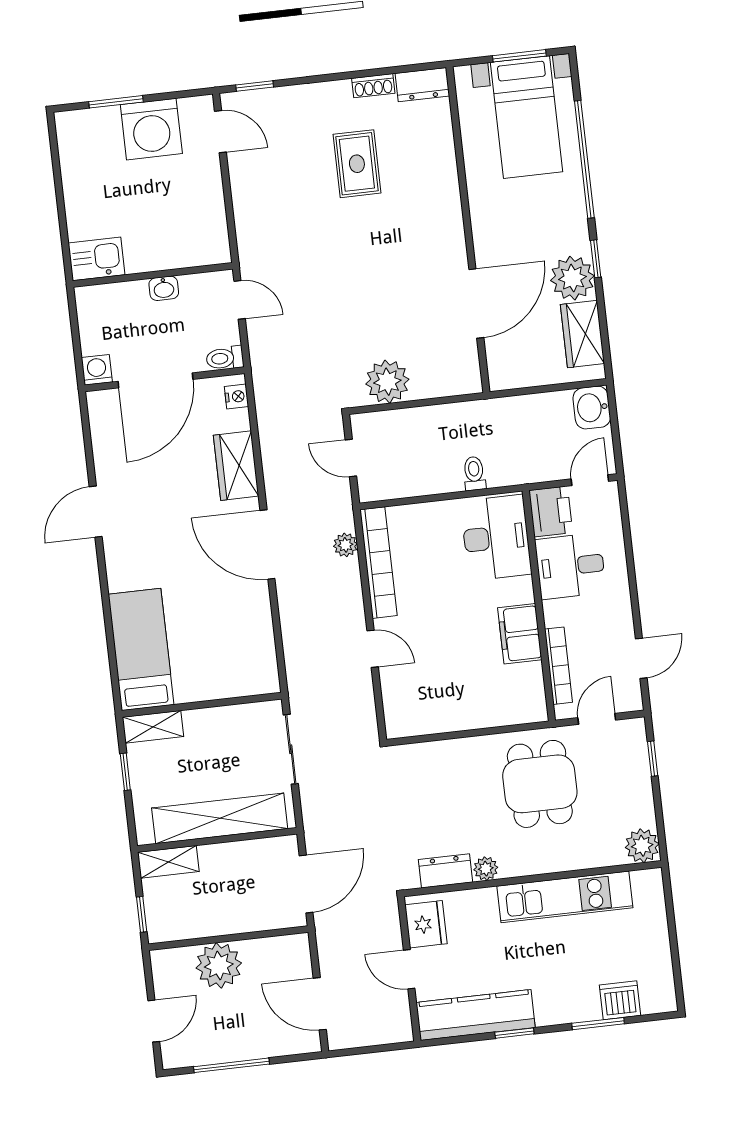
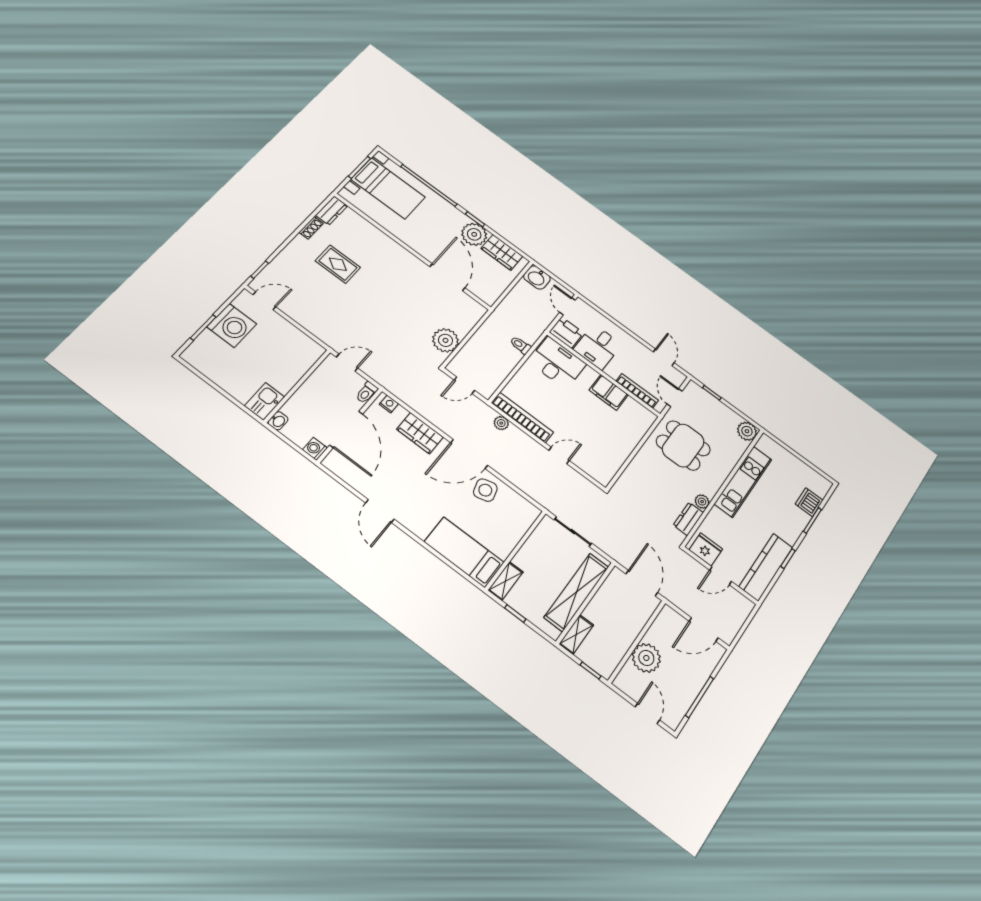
washbasin: (164, 288) -> (278, 421), moved
side table: (241, 604) -> (485, 490), added

